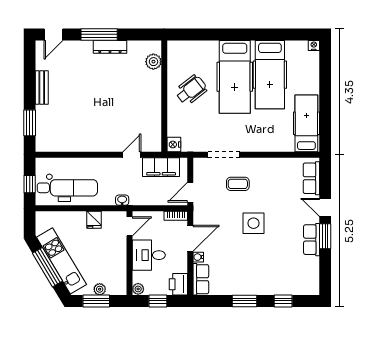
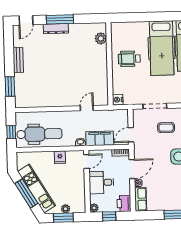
dresser: (110, 47) -> (56, 29), moved
wheelchair: (191, 90) -> (129, 59), turned -142
filing cabinet: (161, 167) -> (100, 138), moved, turned 180

